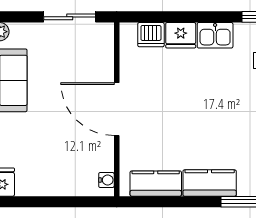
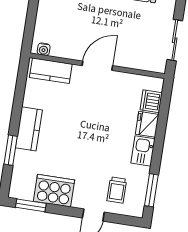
door: (117, 109) -> (97, 66), width x0.73
kitchen counter: (156, 184) -> (51, 71), moved, turned 90

